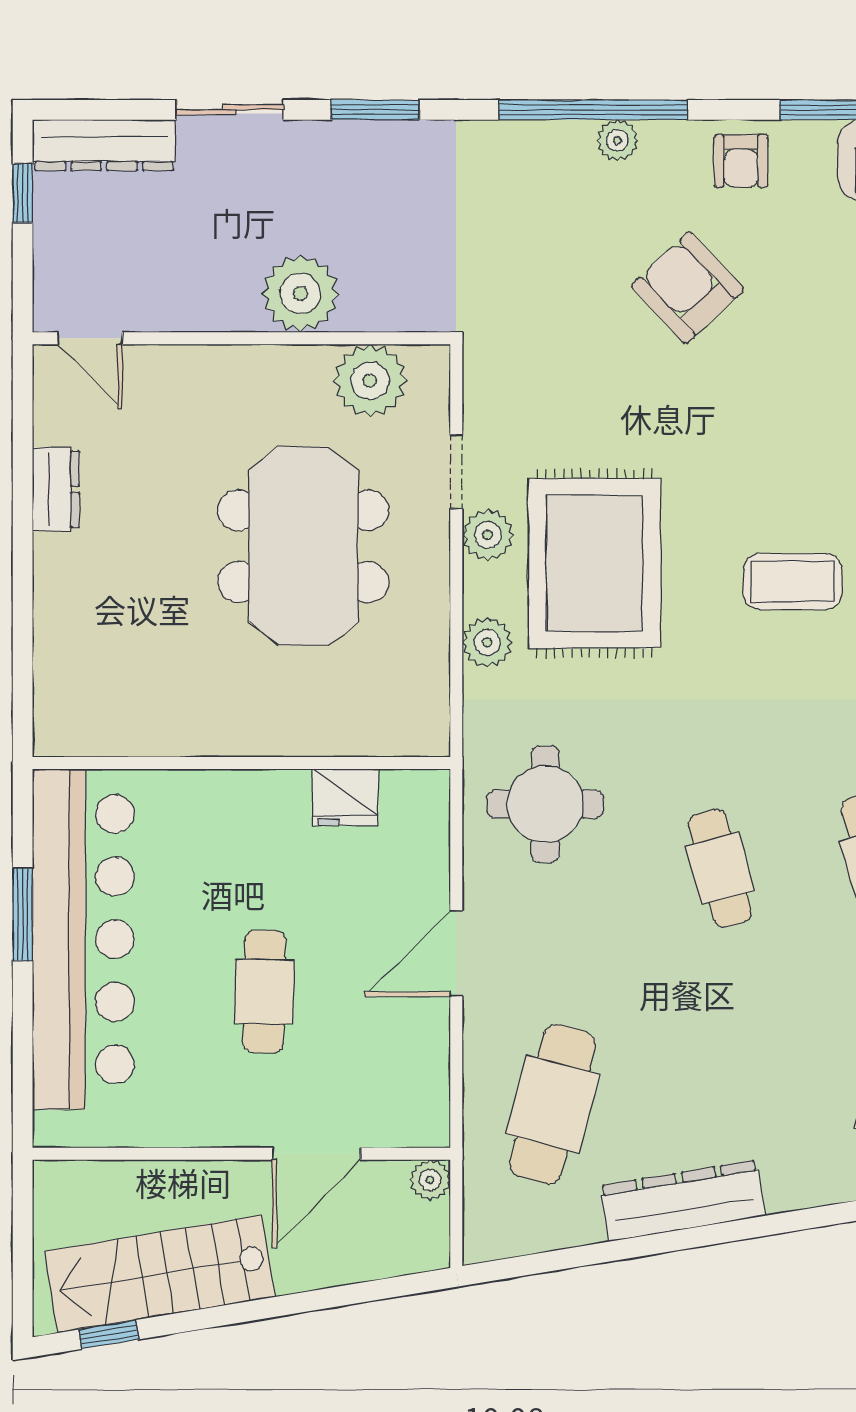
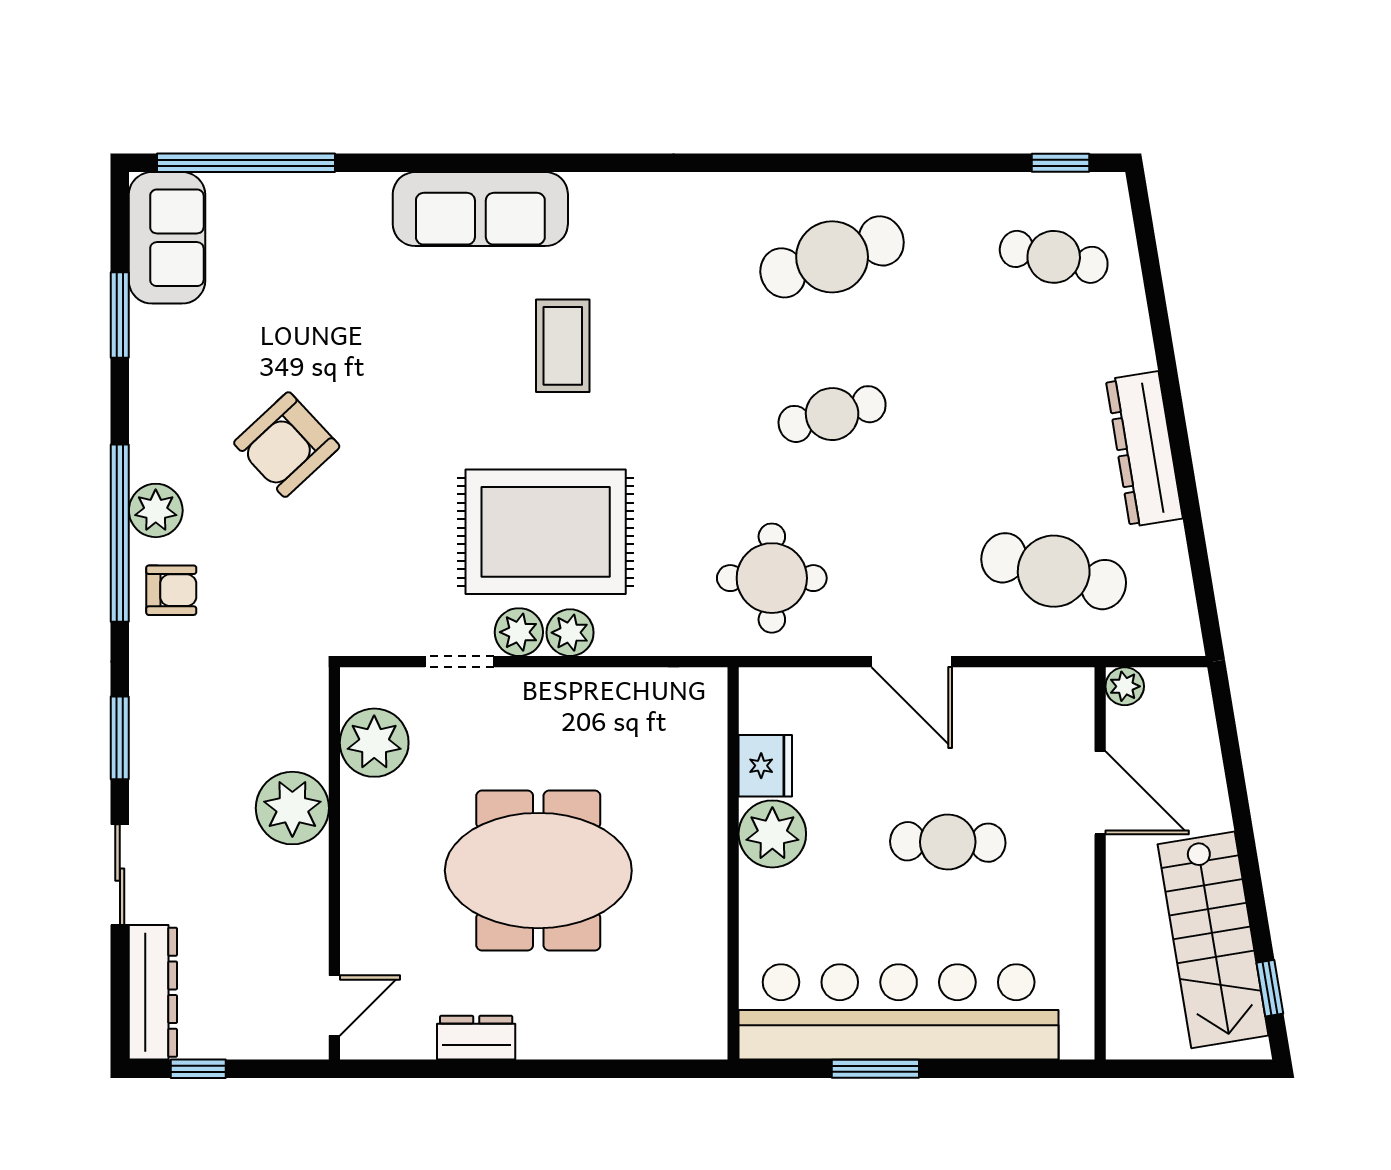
plant: (617, 140) -> (156, 510), width x1.38, depth x1.38
armchair: (741, 161) -> (171, 590), moved
meeting table: (303, 546) -> (538, 871), moved
plant: (487, 642) -> (570, 633), moved
plant: (273, 805) -> (772, 834), added

